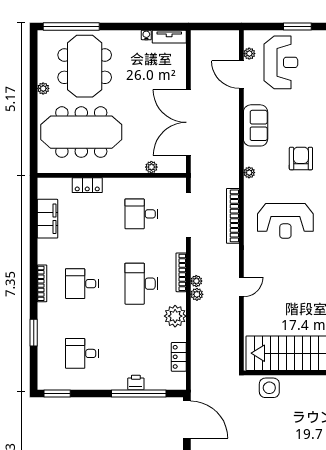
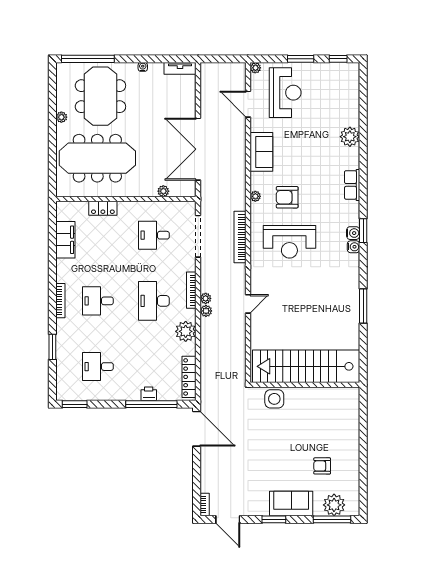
water cooler: (146, 35) -> (143, 67), moved
plant: (249, 54) -> (255, 68), moved
armchair: (301, 158) -> (287, 197), moved, turned -90
locker: (179, 357) -> (189, 377), width x1.53

